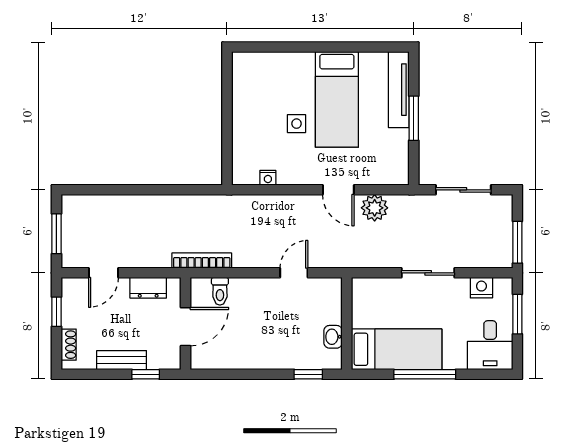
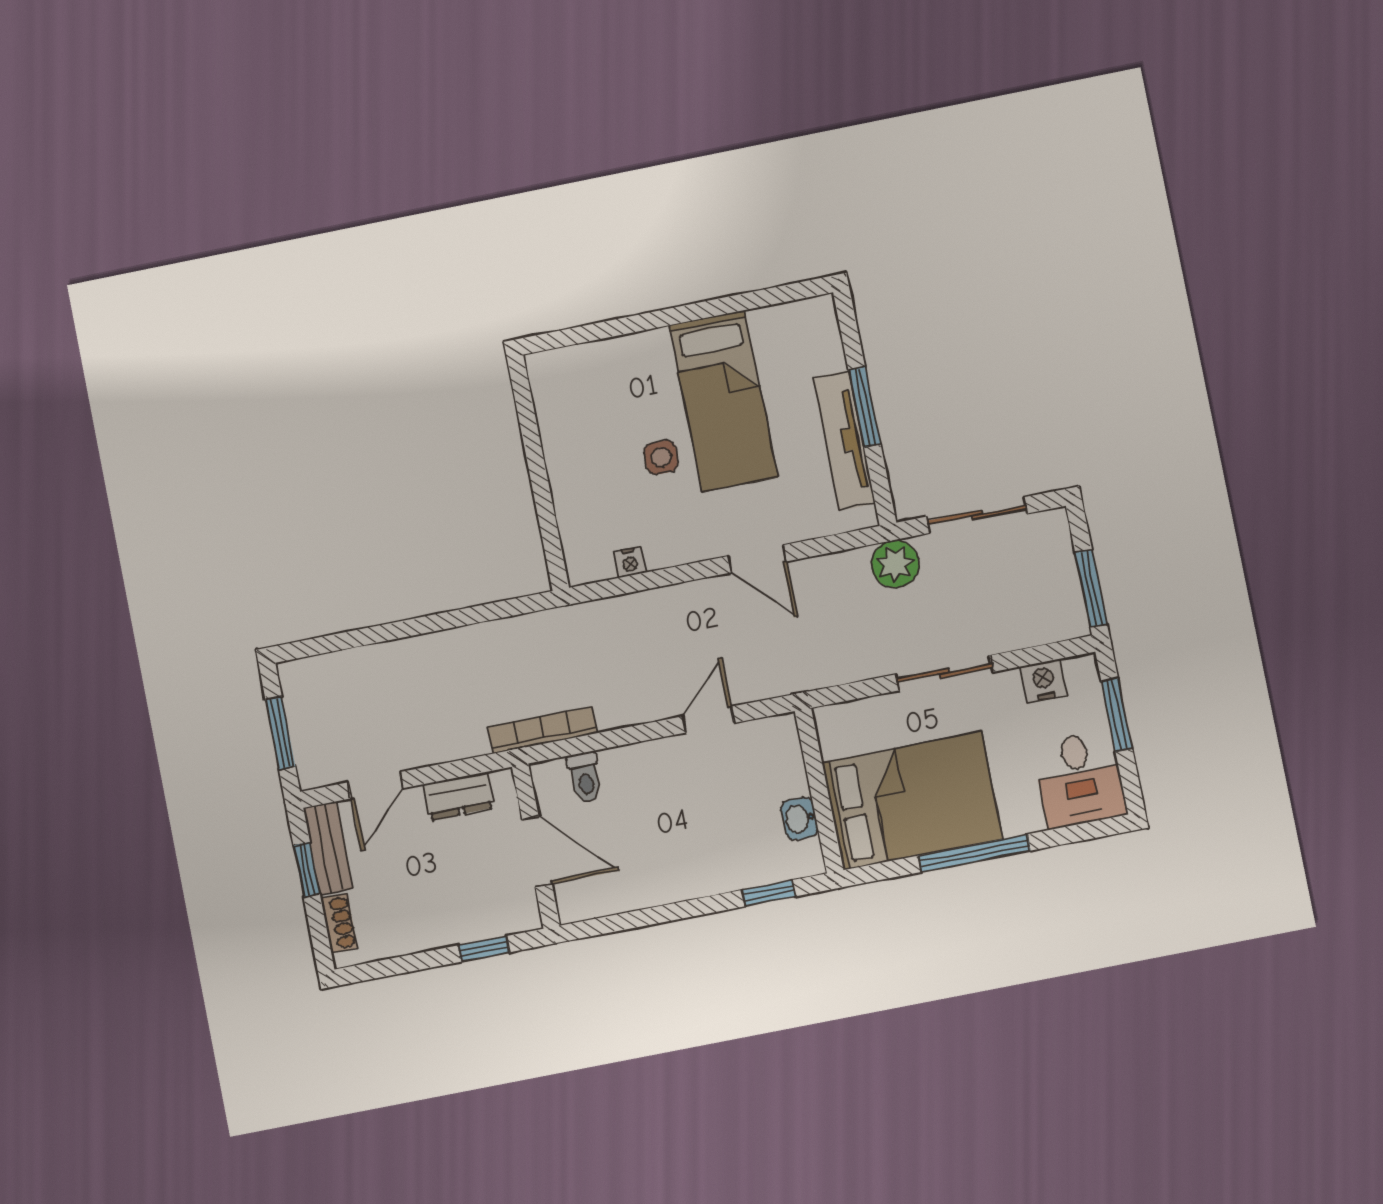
tv unit: (399, 90) -> (844, 441), moved
plant: (375, 208) -> (895, 564), moved
door: (186, 327) -> (537, 852), hinge flipped
bed: (397, 349) -> (912, 801), width x1.50
bench: (122, 360) -> (328, 848), moved, turned 90

